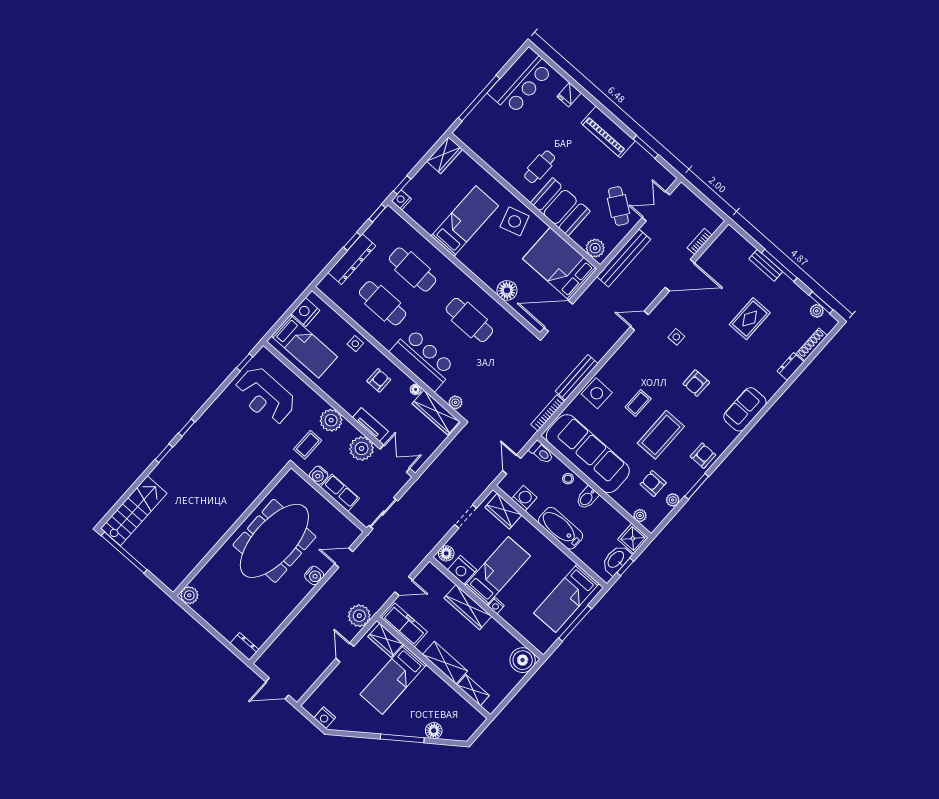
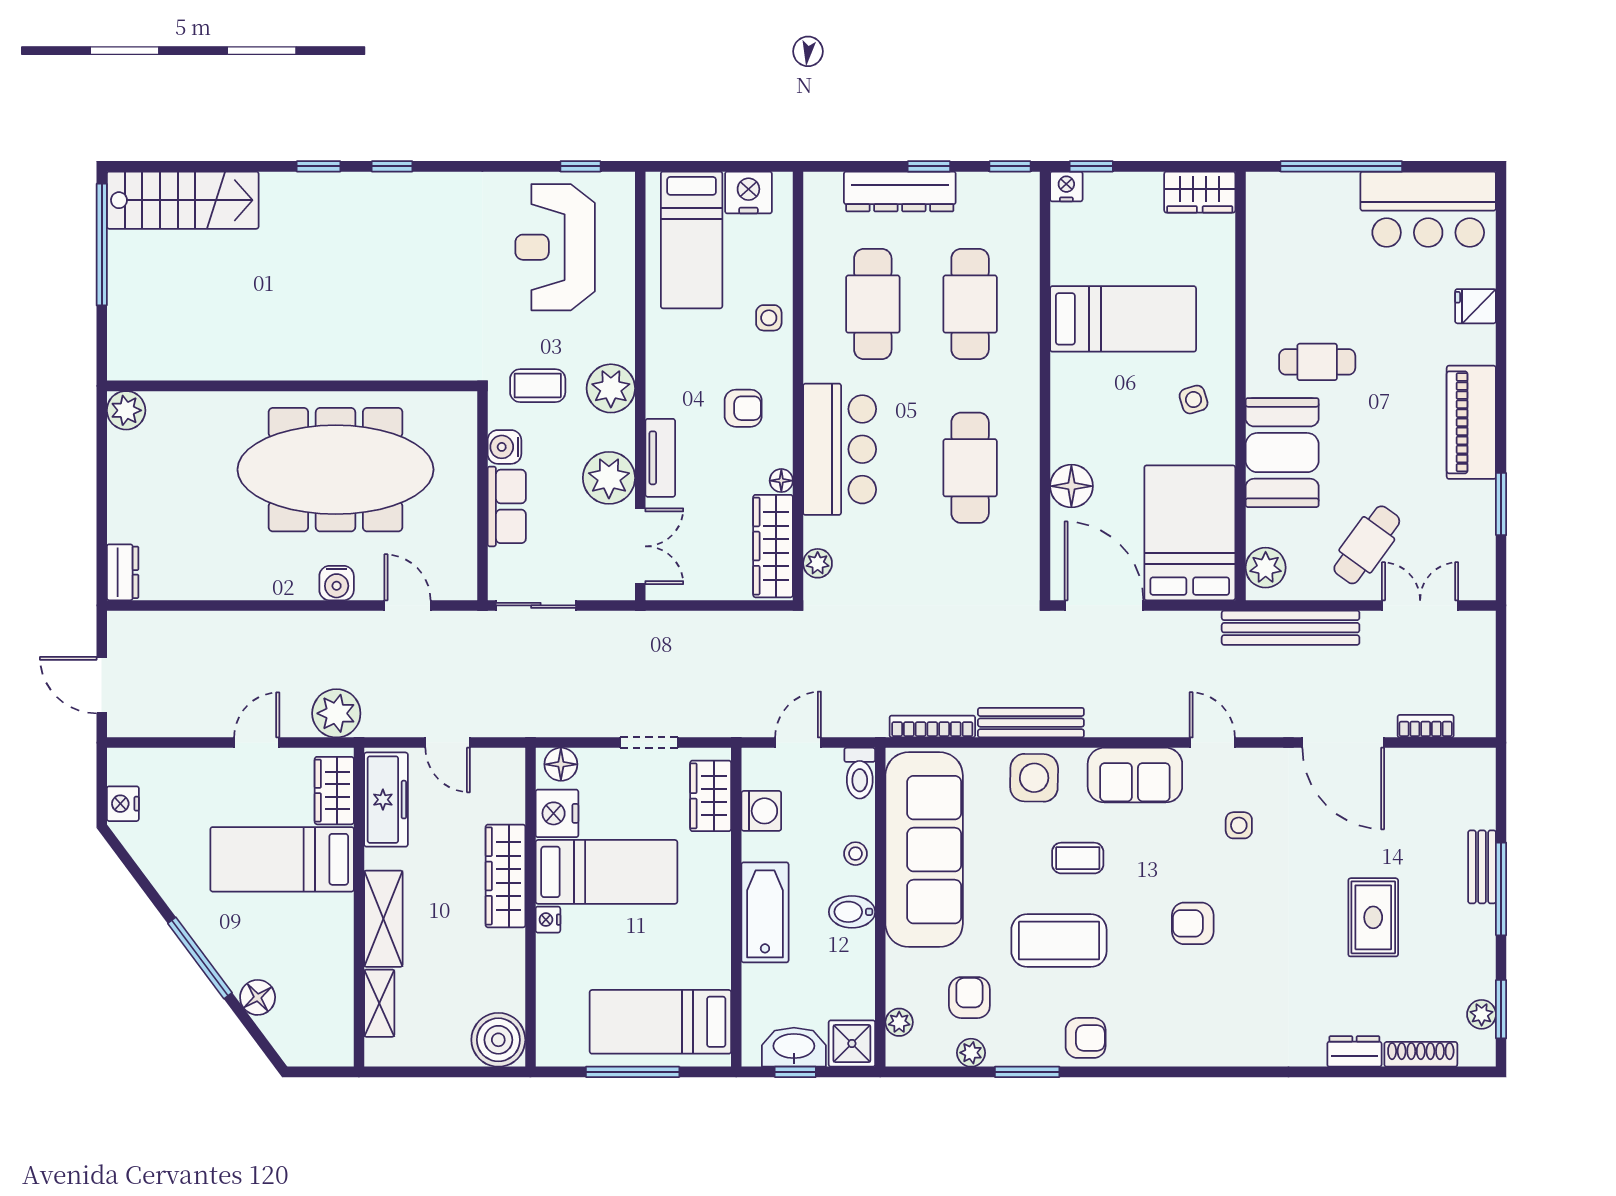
side table: (515, 221) -> (1194, 400), width x0.54, depth x0.54
rug: (750, 319) -> (1373, 917), turned 90
sofa: (745, 409) -> (1135, 775), moved, turned 180

